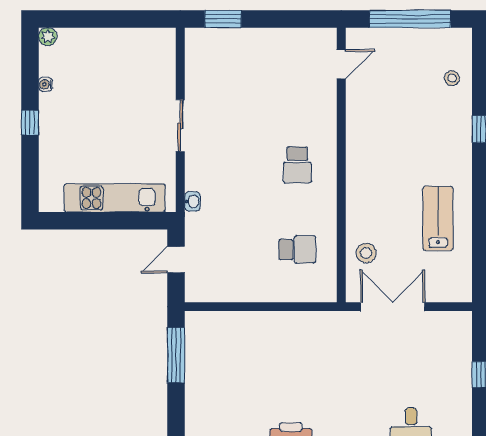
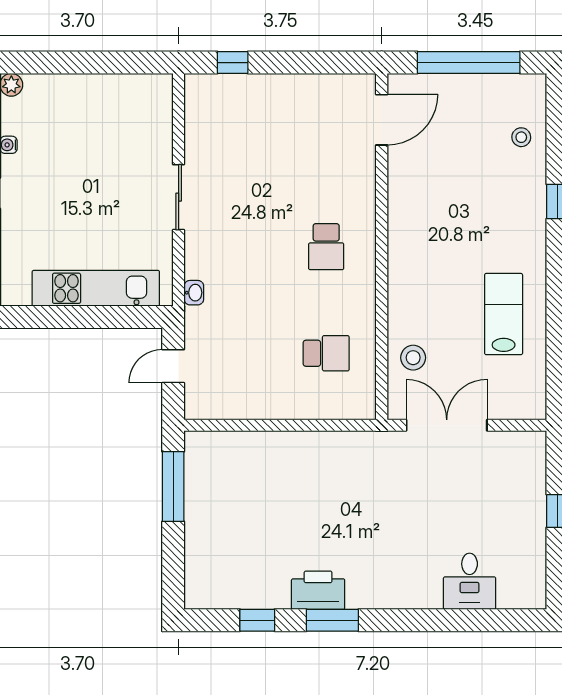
window: (223, 19) -> (233, 63), width x0.67
door: (341, 64) -> (382, 120), width x1.38

